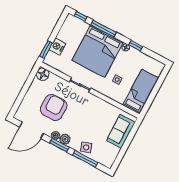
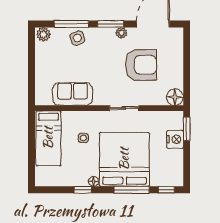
armchair: (54, 108) -> (141, 65), turned -90
sofa: (121, 131) -> (72, 94), moved, turned -90
plant: (65, 139) -> (43, 34), moved

